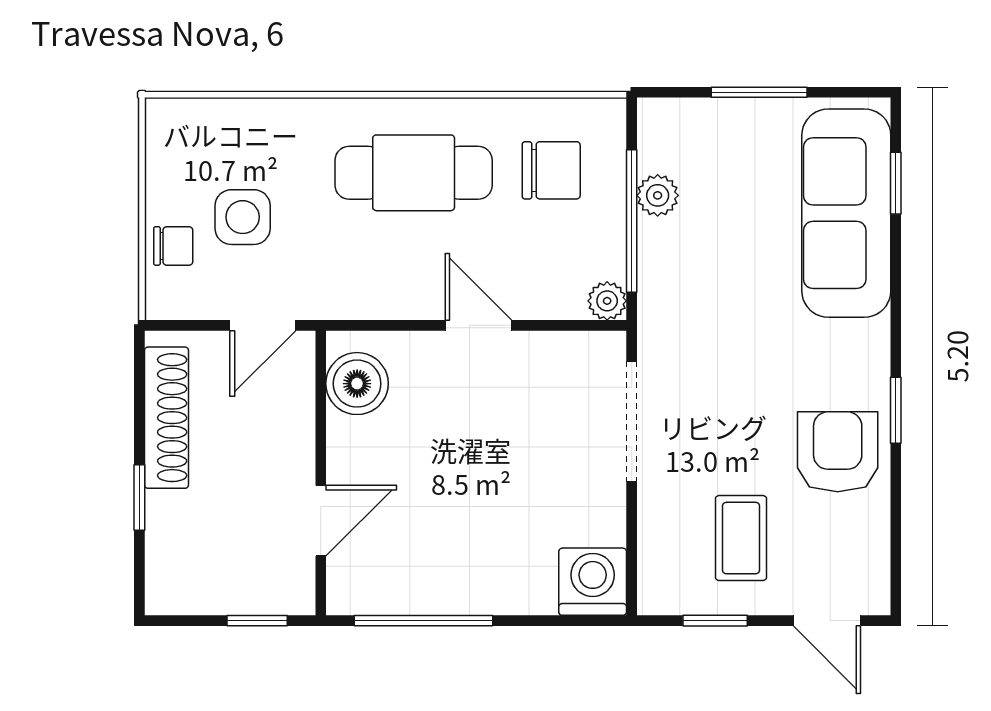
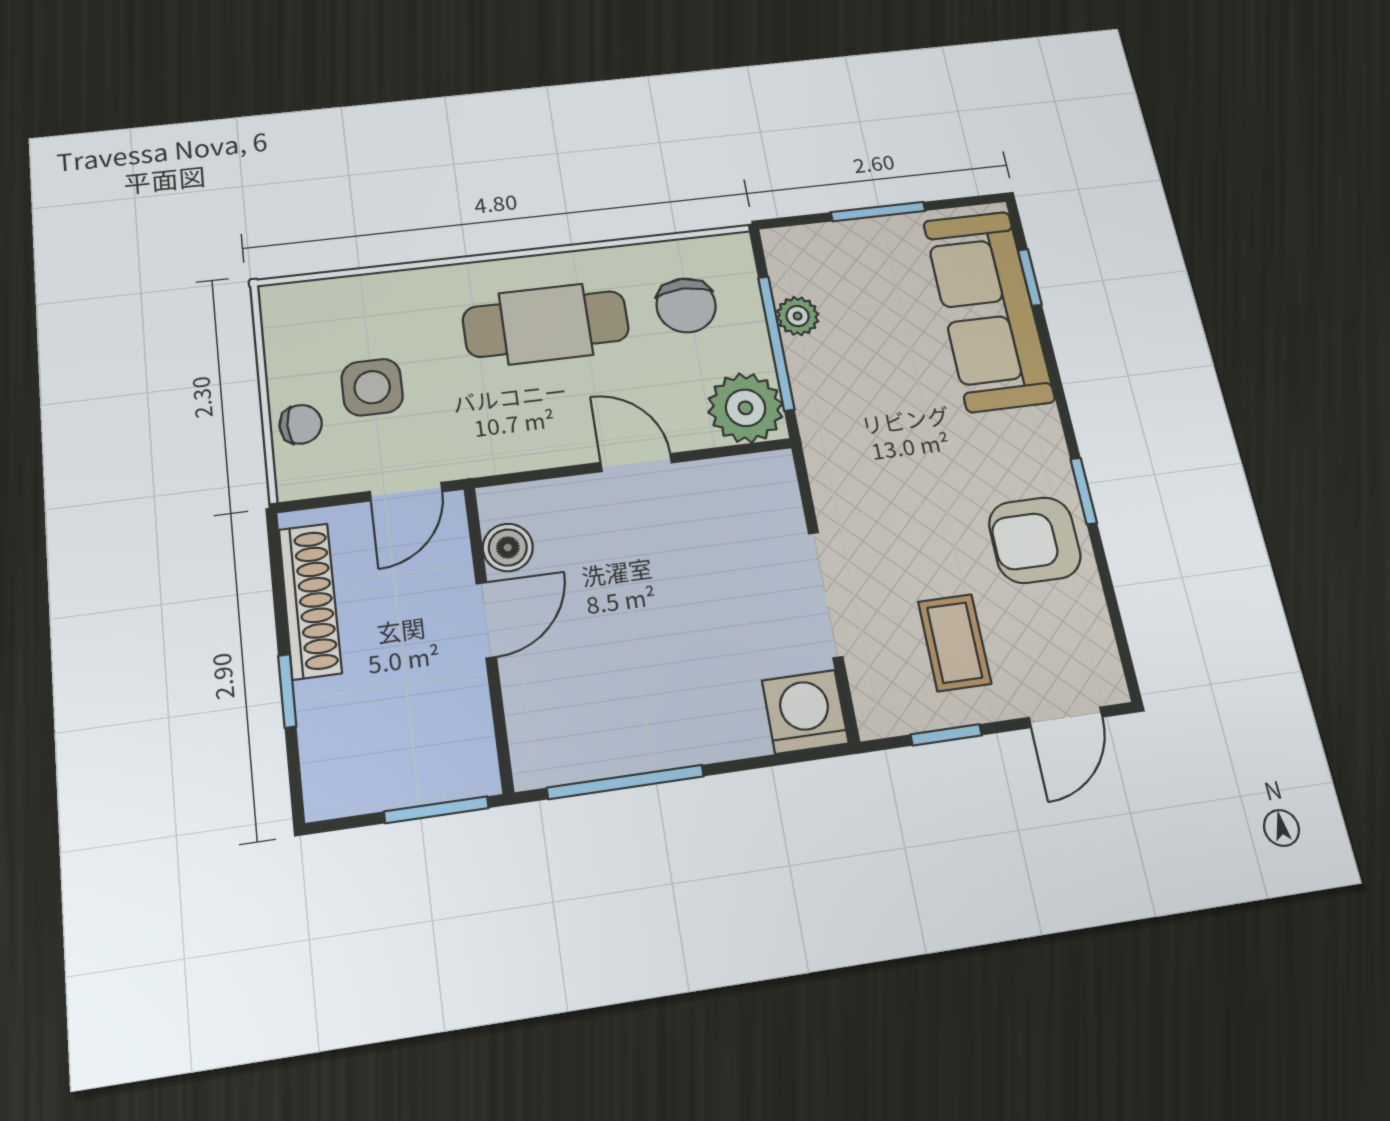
chair: (551, 170) -> (686, 305), turned 90
plant: (607, 301) -> (746, 408), width x1.88, depth x1.88
boiler: (357, 384) -> (508, 547), width x0.73, depth x0.73
doorway: (632, 422) -> (826, 595), moved
armchair: (838, 452) -> (1035, 540), turned -90
door: (321, 521) -> (486, 620), moved
window: (257, 621) -> (436, 810), width x1.50
door: (827, 621) -> (1066, 717), hinge flipped

